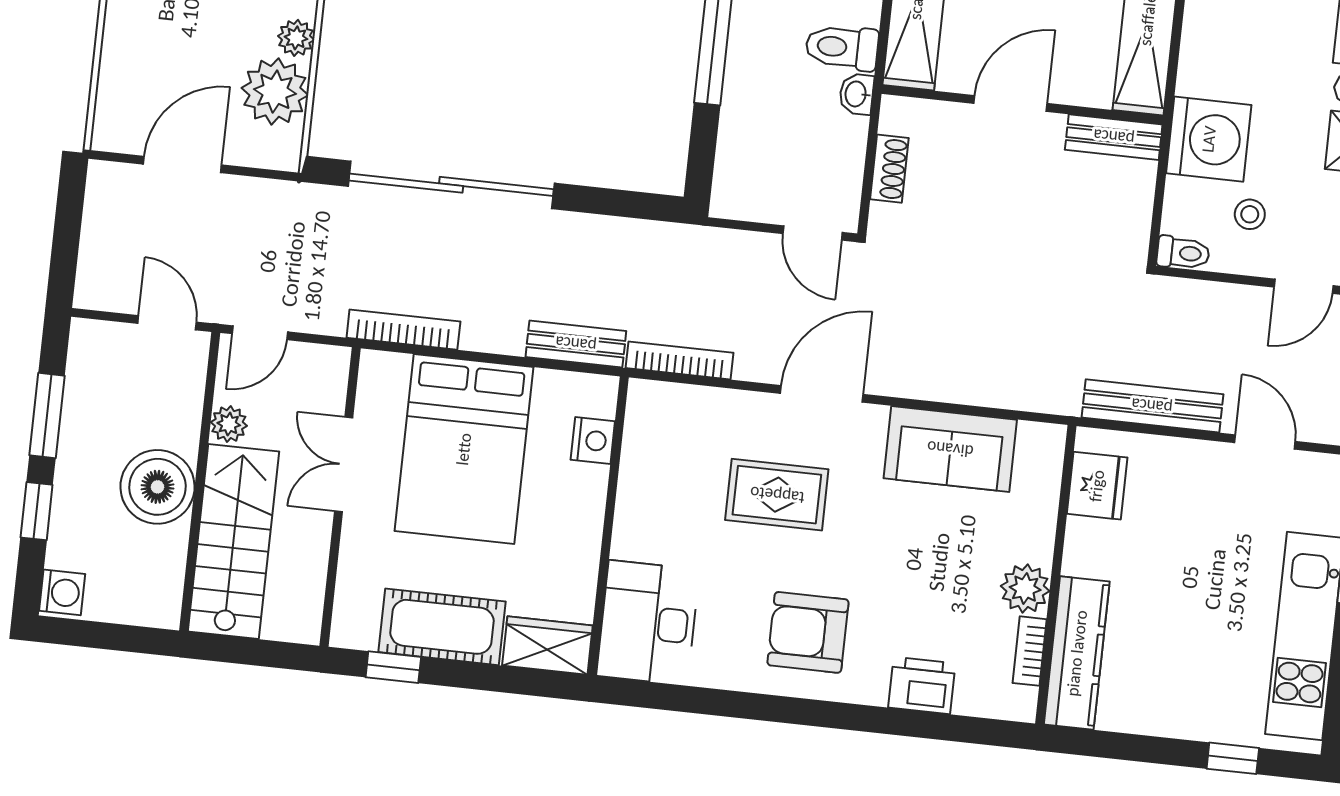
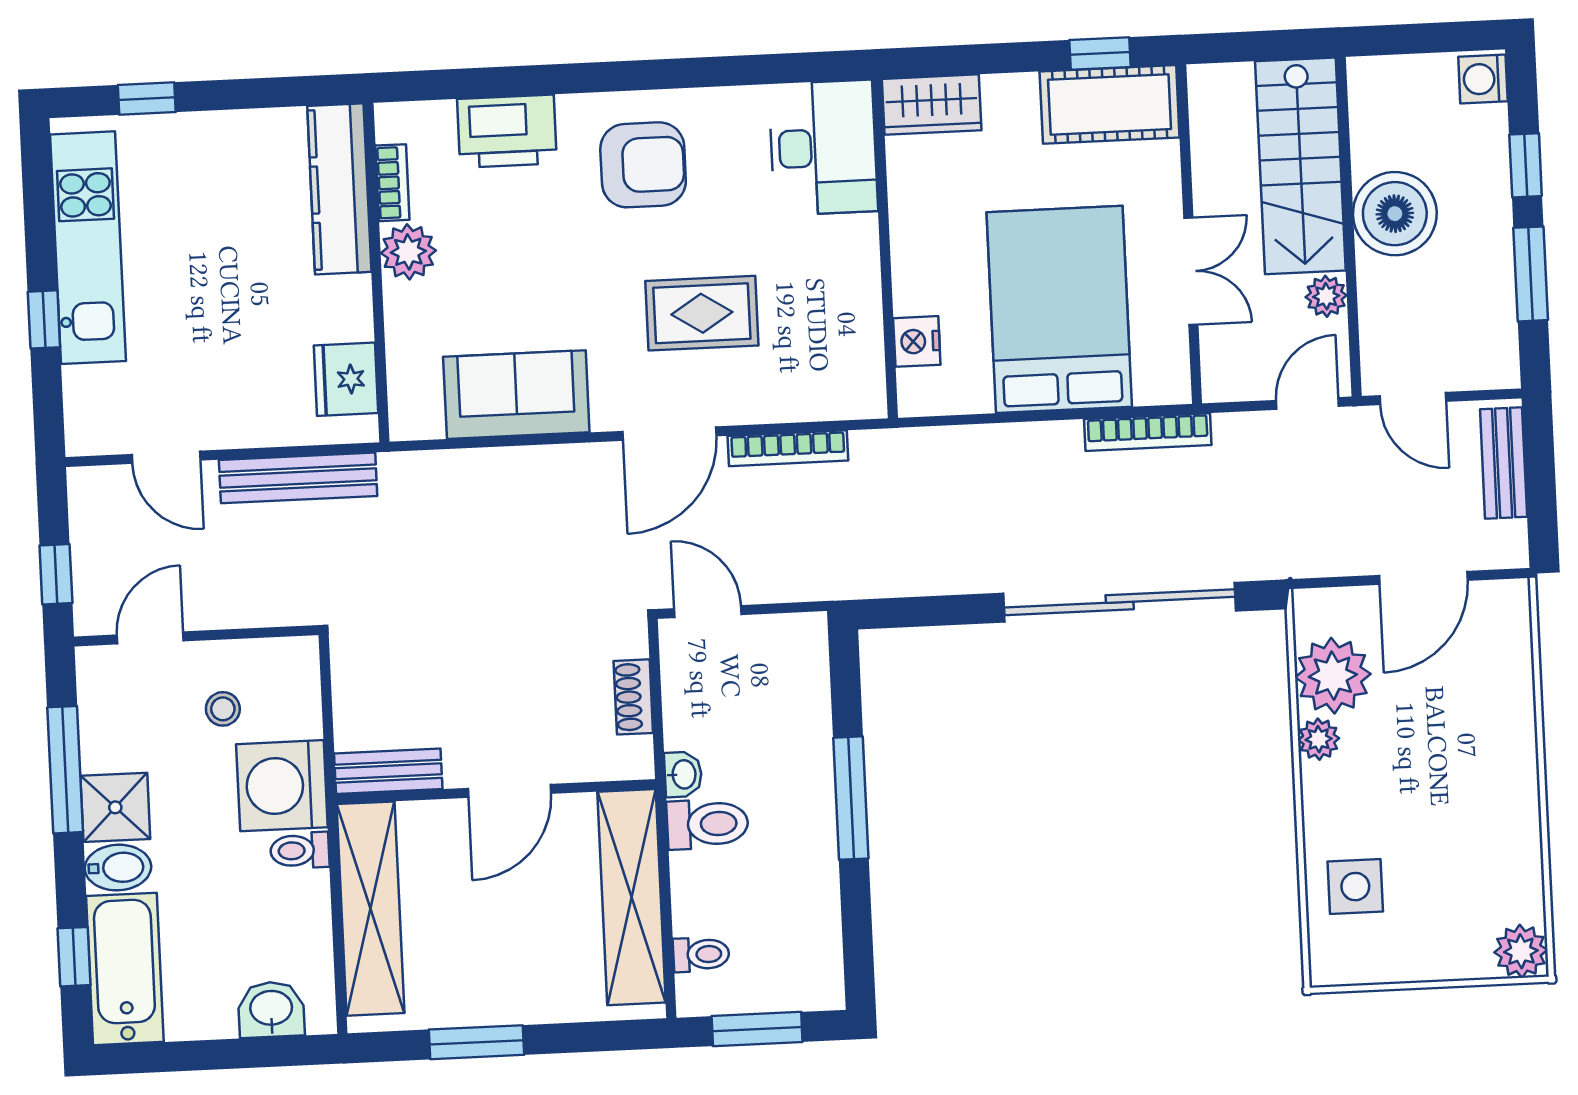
toilet: (1183, 253) -> (300, 850), moved
bench: (576, 344) -> (1504, 463), moved, turned 90
bookcase: (680, 360) -> (788, 448), moved
cot: (442, 627) -> (1110, 104), moved
printer: (922, 685) -> (507, 131), width x1.37, depth x1.19

